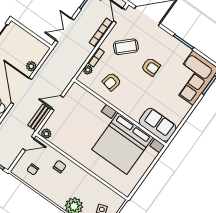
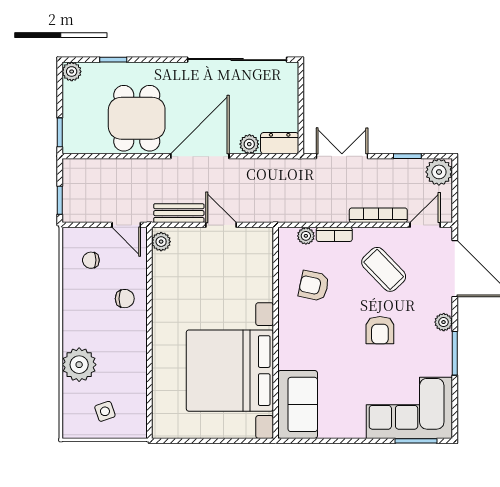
plant: (167, 37) -> (444, 322), added
dresser: (40, 53) -> (280, 143), added

